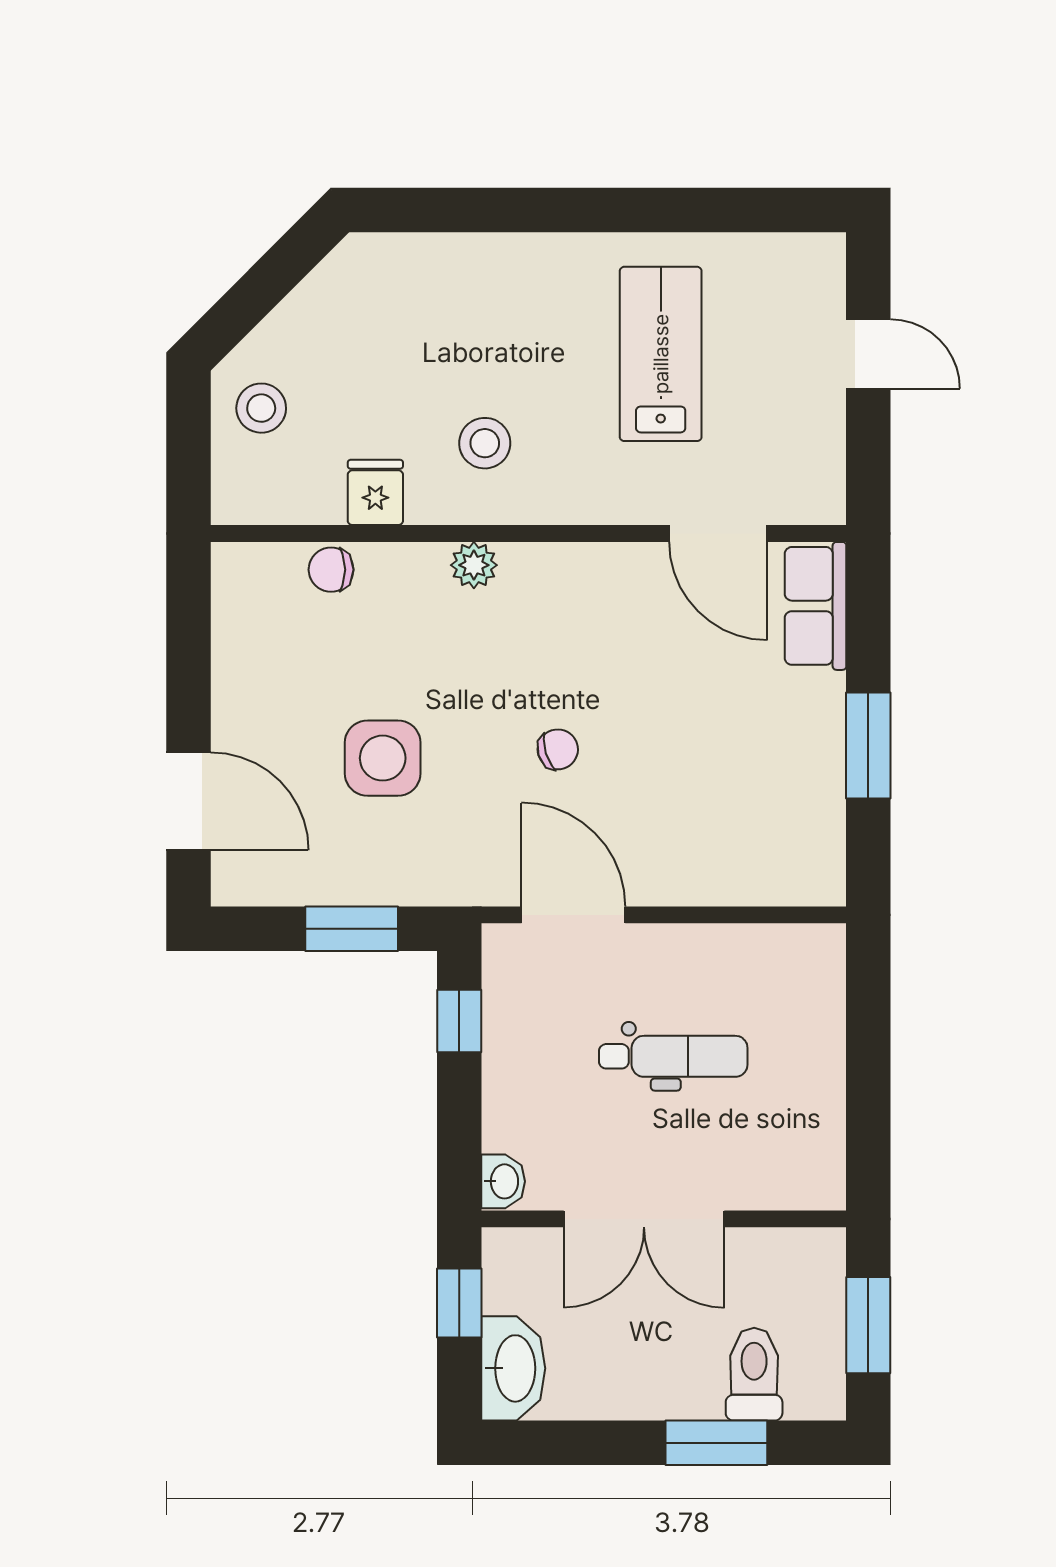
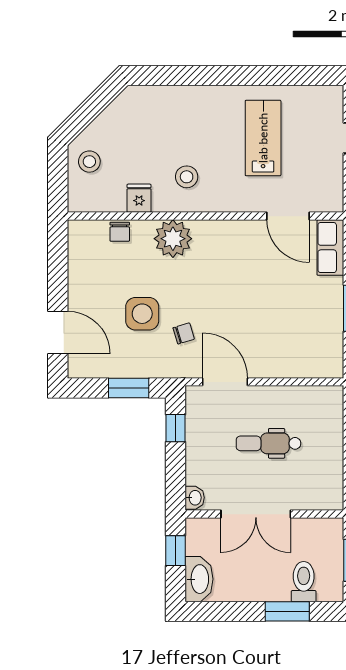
plant: (474, 565) -> (173, 239), width x1.88, depth x1.88
chair: (331, 570) -> (120, 232), turned -90
chair: (558, 749) -> (184, 333), moved
dental chair: (673, 1056) -> (269, 443), turned 180

